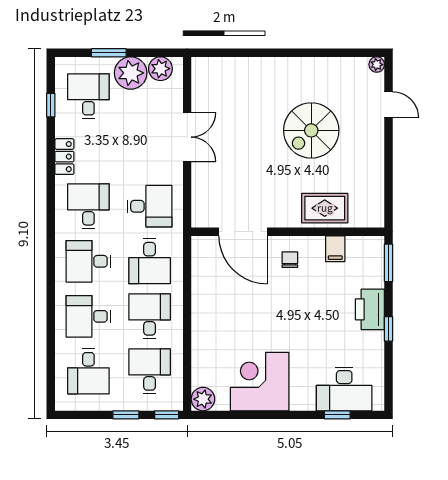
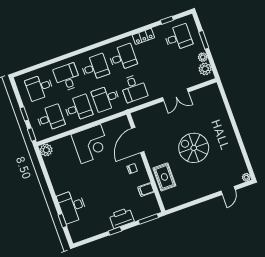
plant: (131, 73) -> (203, 57), width x0.53, depth x0.53
spiral stairs: (311, 130) -> (194, 148), moved
desk: (88, 261) -> (95, 67), turned 90
corner desk: (260, 382) -> (91, 144), moved, turned 90
desk: (344, 389) -> (72, 206), moved

